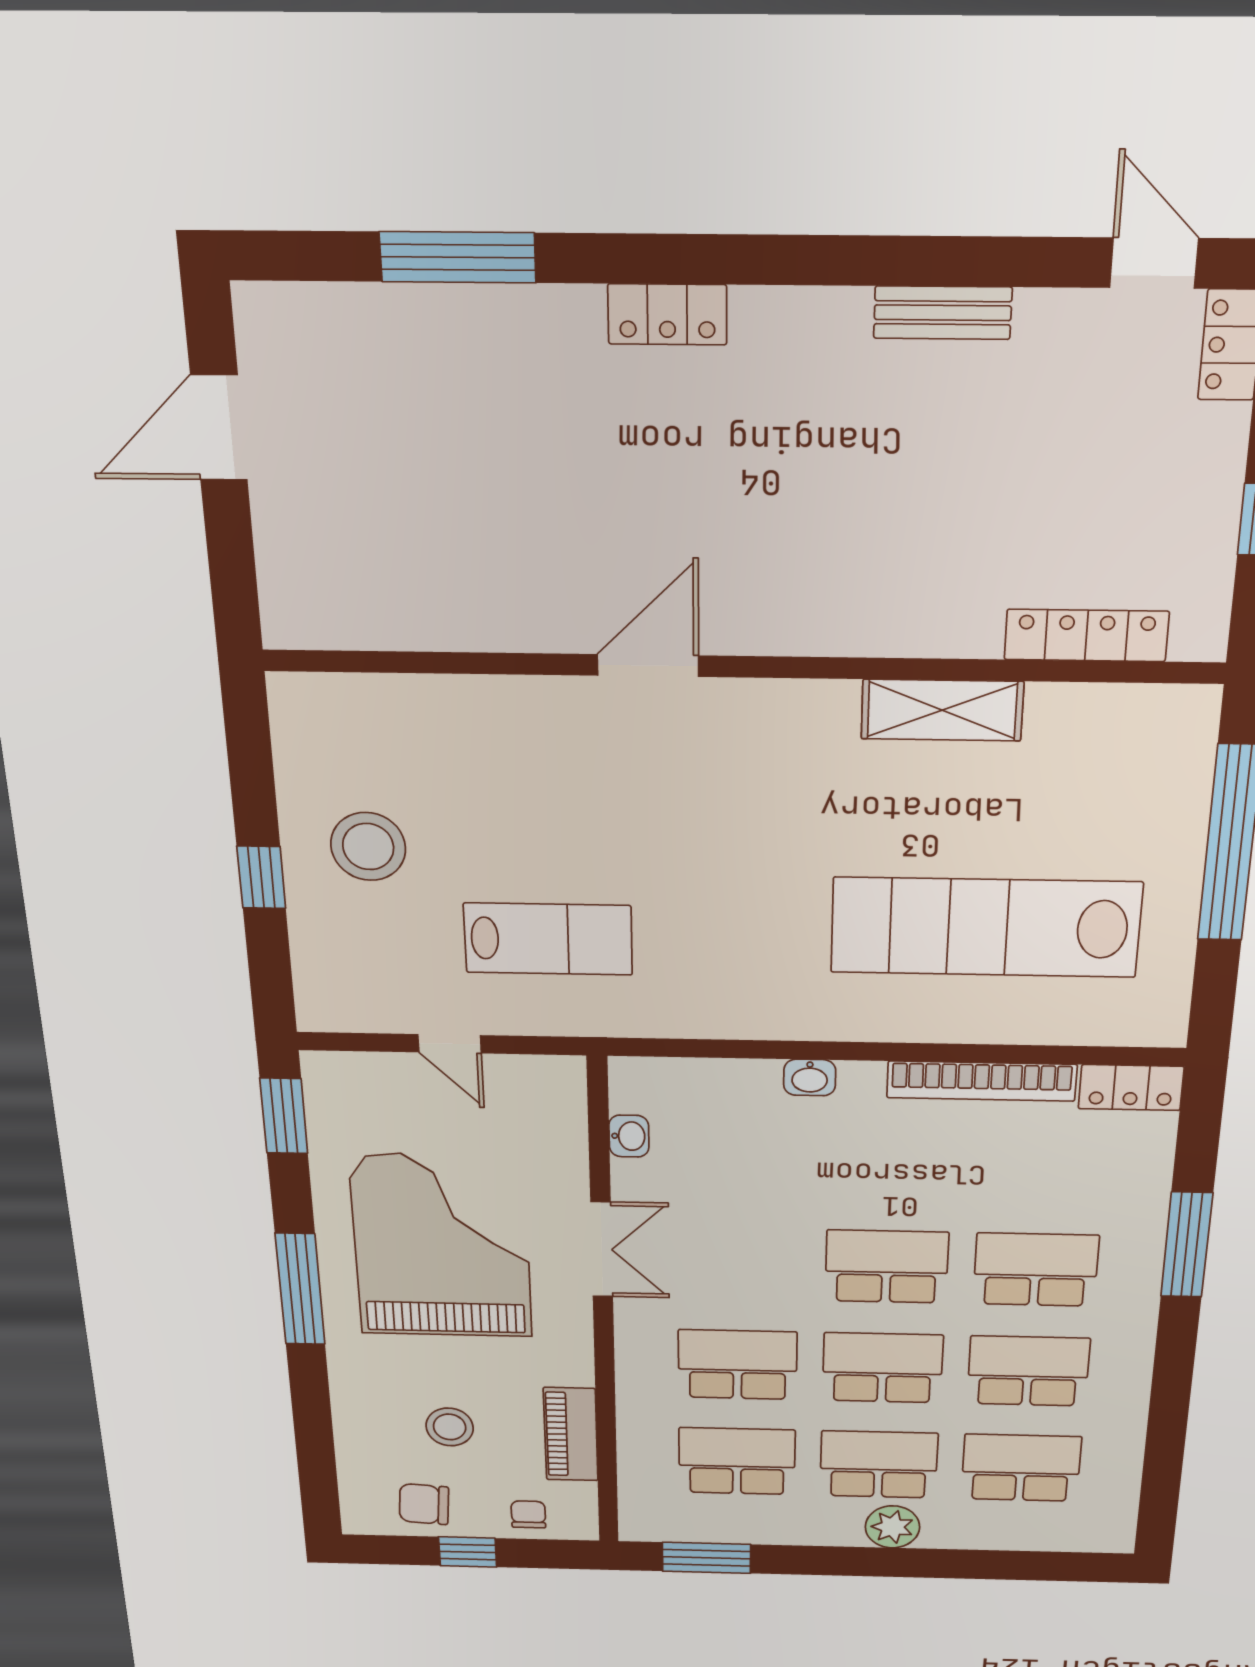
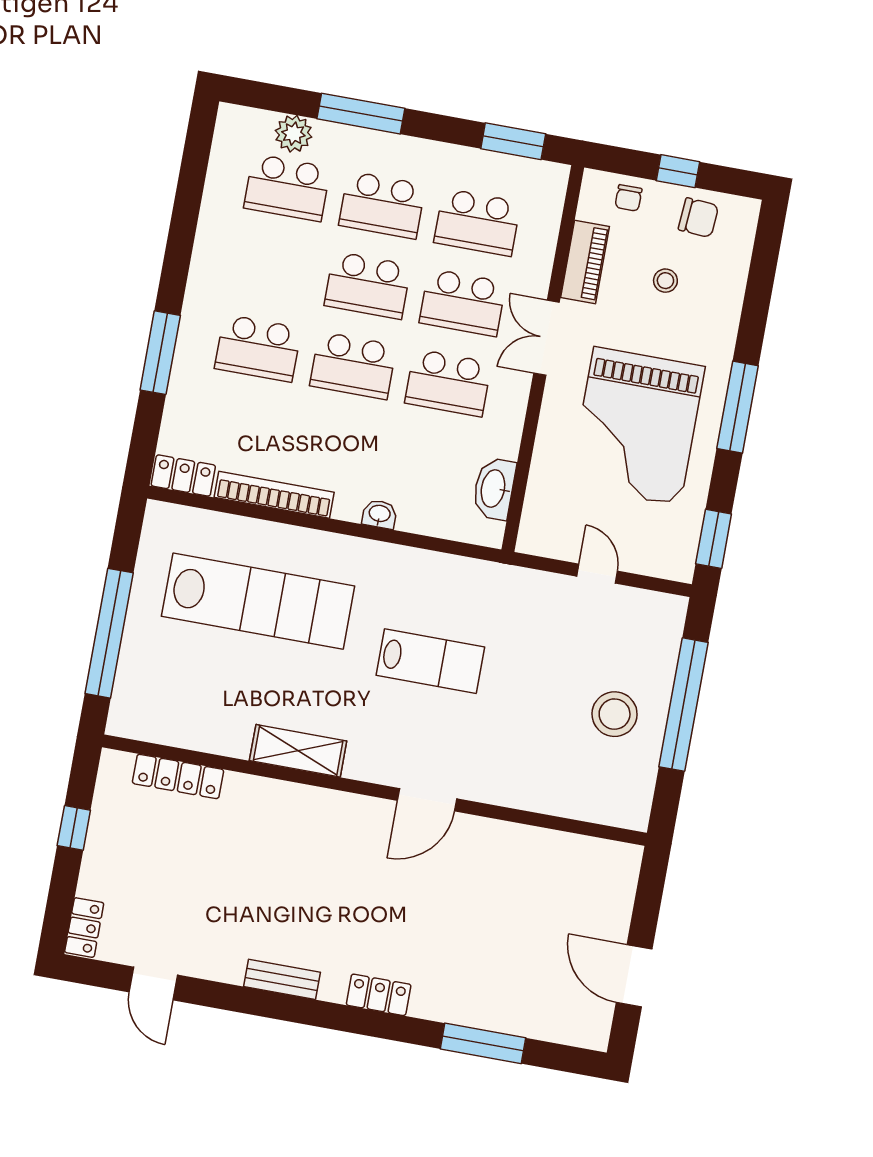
door: (1154, 263) -> (153, 984), moved
bench: (943, 313) -> (282, 979), moved
door: (219, 428) -> (634, 976), swing flipped
shelving: (942, 710) -> (298, 751), moved
window: (261, 877) -> (683, 705), width x3.17
lab bench: (548, 939) -> (430, 661), moved, turned 180
washbasin: (629, 1136) -> (494, 489), width x1.91, depth x1.45
double door: (602, 1249) -> (547, 338), moved
school desk: (1028, 1371) -> (448, 383), moved
stool: (450, 1427) -> (665, 281), width x0.73, depth x0.73
plant: (892, 1527) -> (293, 134), moved
window: (928, 1563) -> (361, 114), added

